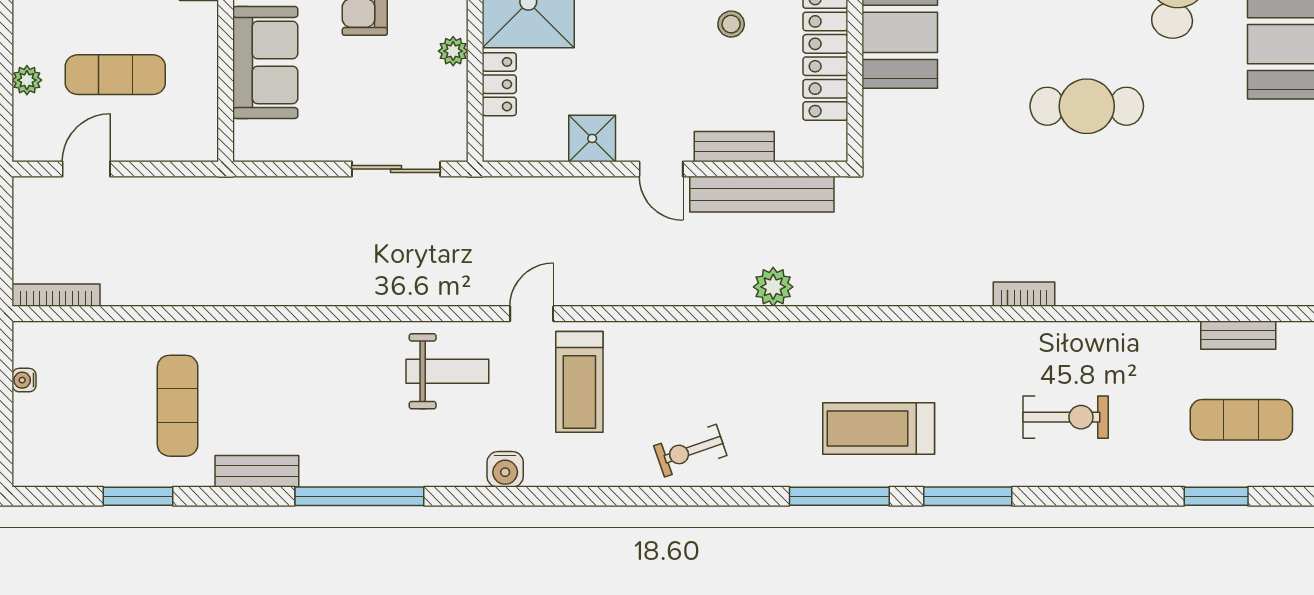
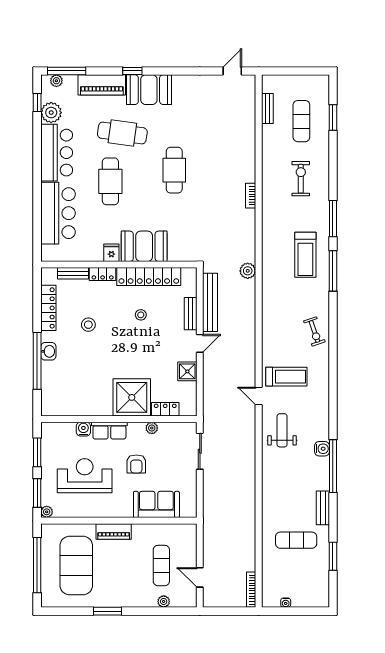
plant: (773, 287) -> (248, 271), moved
exercise mat: (1241, 420) -> (301, 121), moved
water cooler: (505, 469) -> (322, 449), moved

